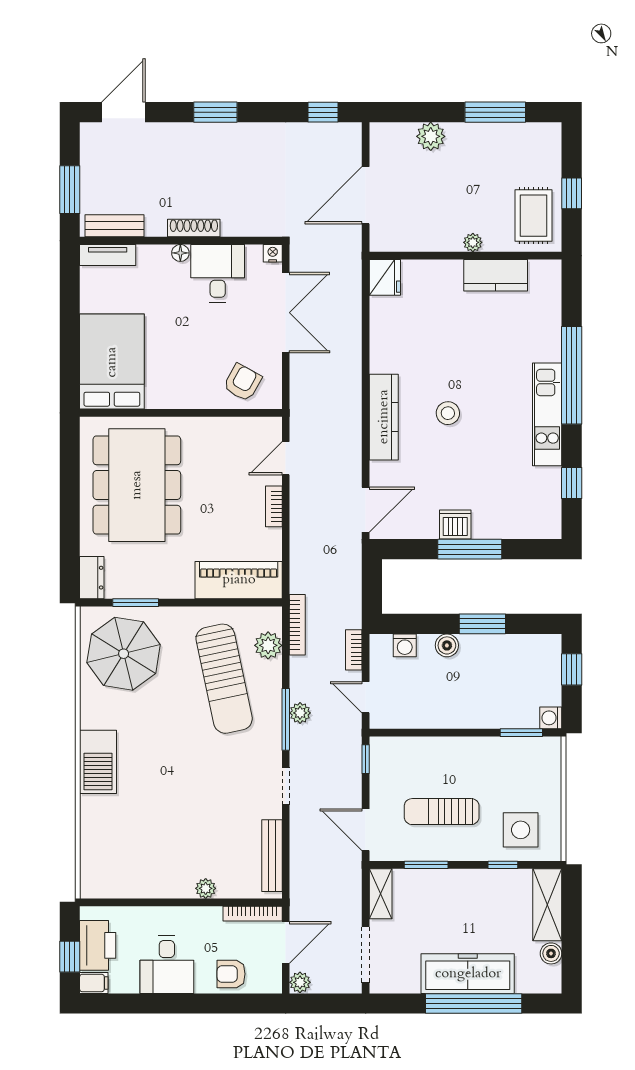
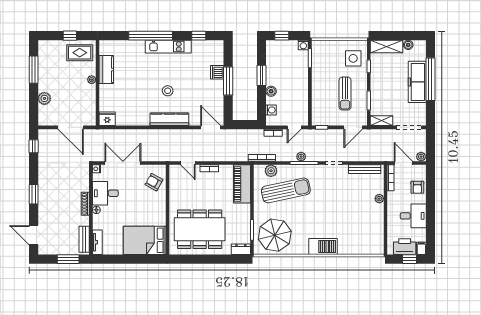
dishwasher: (455, 524) -> (217, 72), moved

